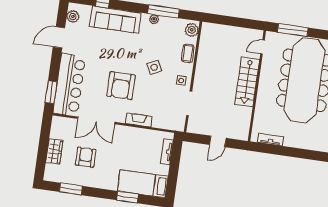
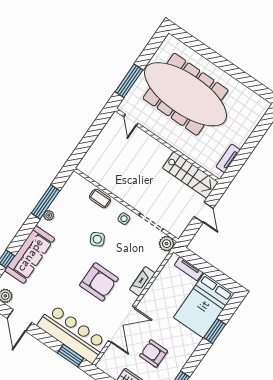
plant: (192, 30) -> (167, 244), moved
stairs: (247, 82) -> (190, 175), moved
bed: (143, 184) -> (204, 306), width x1.50

